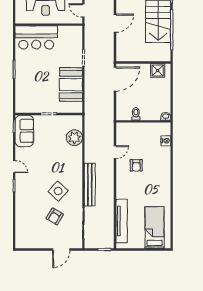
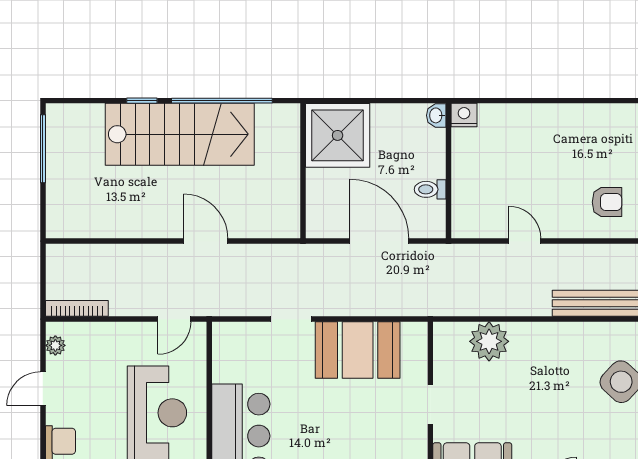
shower: (158, 70) -> (338, 135), width x1.86, depth x1.86
door: (115, 79) -> (379, 241), moved
nightstand: (166, 141) -> (464, 115), moved
armchair: (136, 165) -> (607, 202), moved

